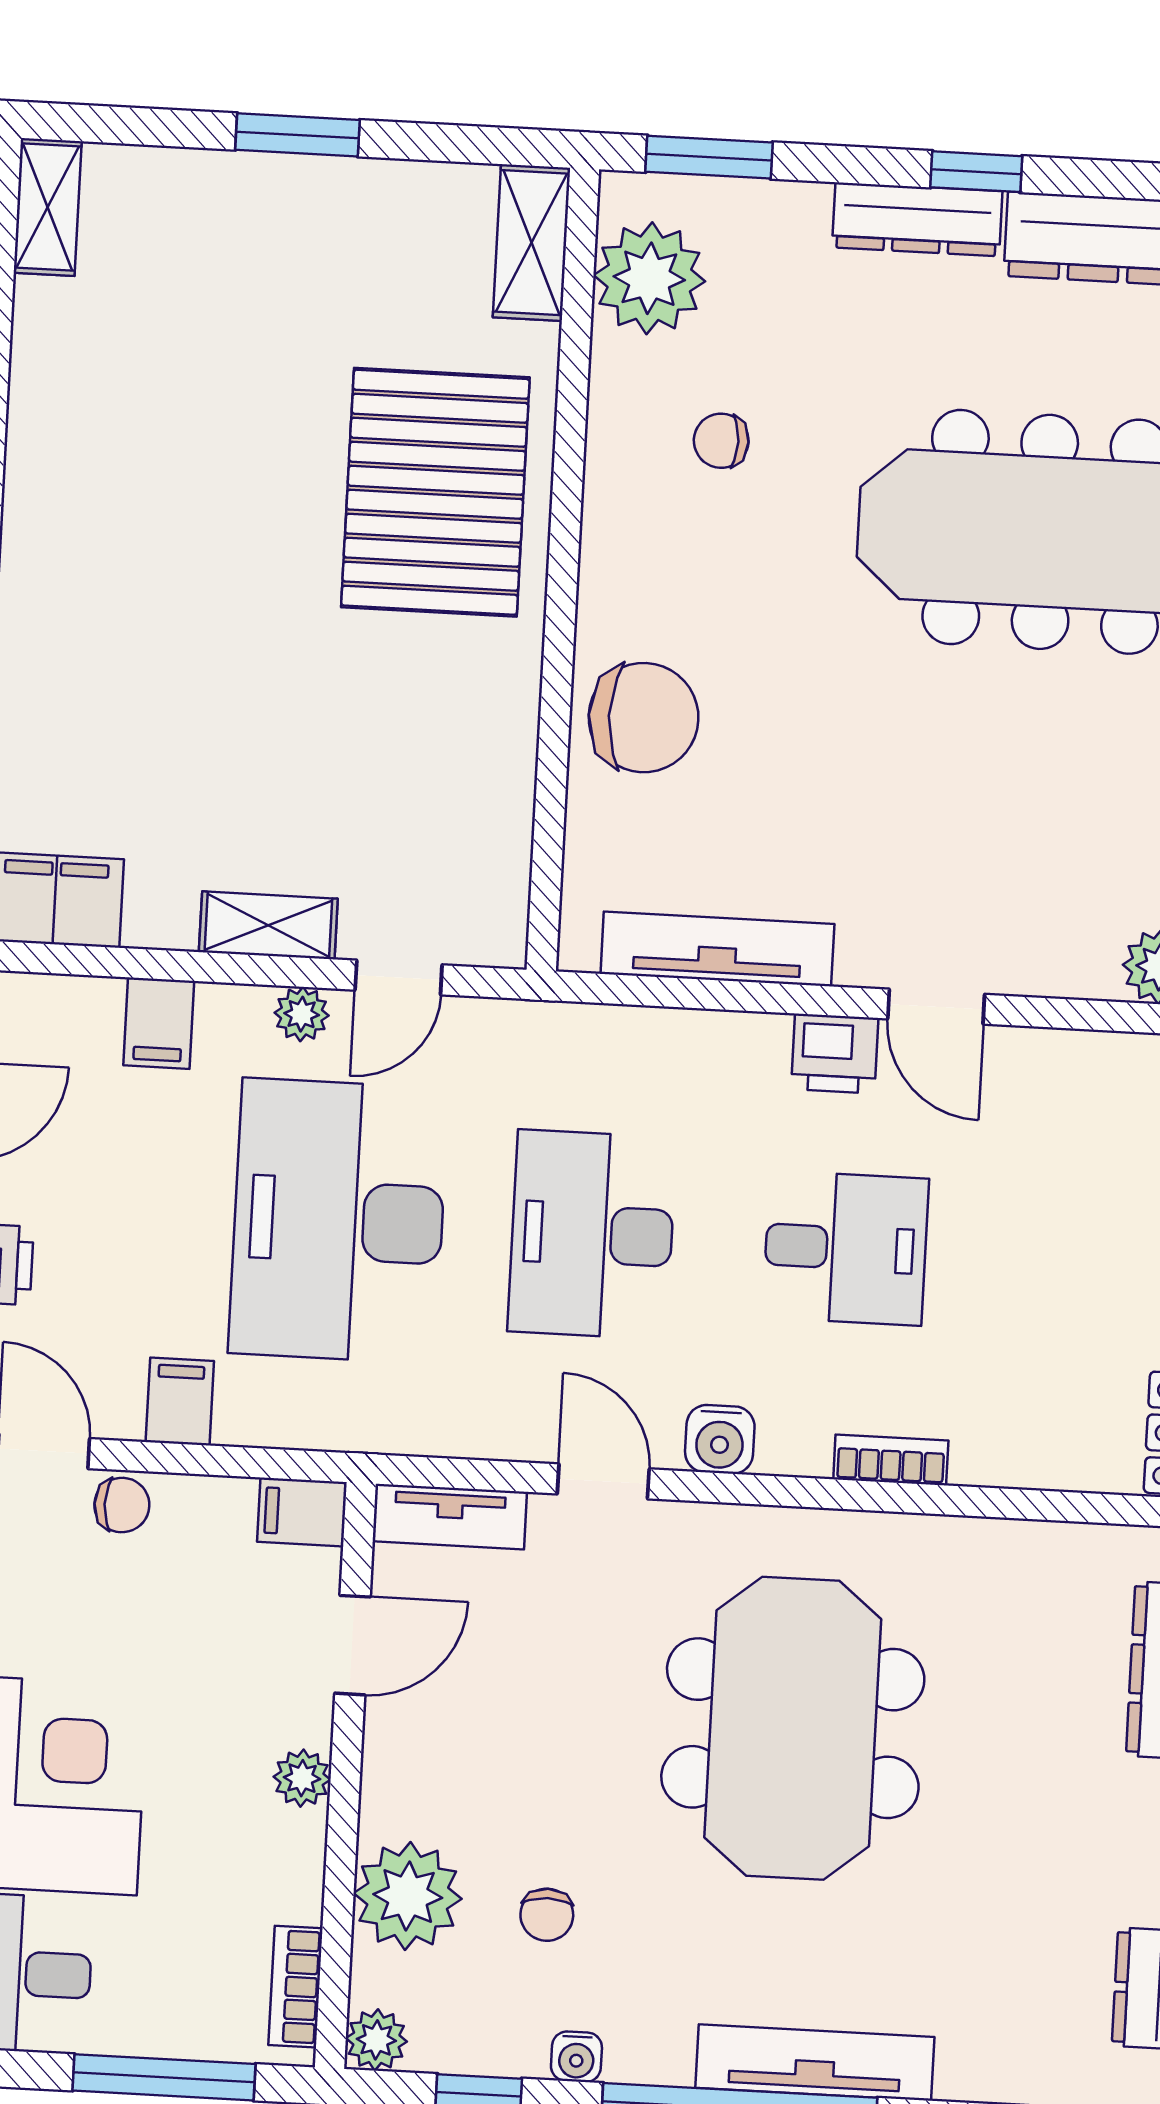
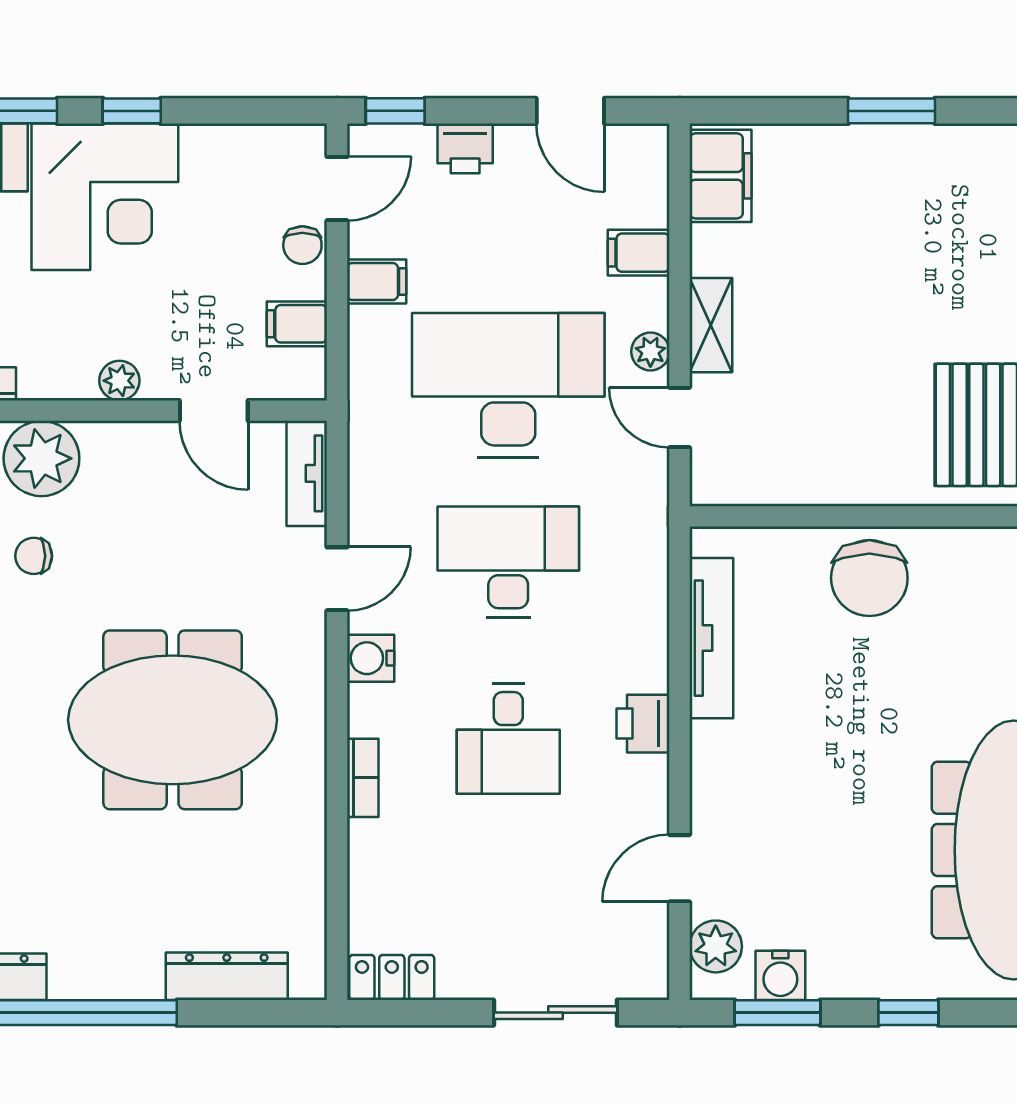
door: (936, 1007) -> (680, 868), moved
filing cabinet: (302, 1512) -> (297, 324), moved, turned -90

